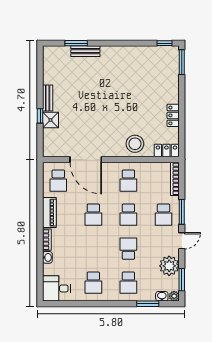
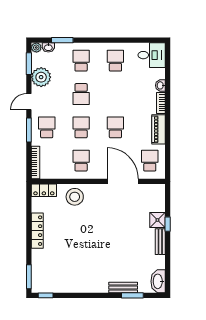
washbasin: (50, 57) -> (158, 281), added
locker: (173, 115) -> (37, 231), width x1.53

